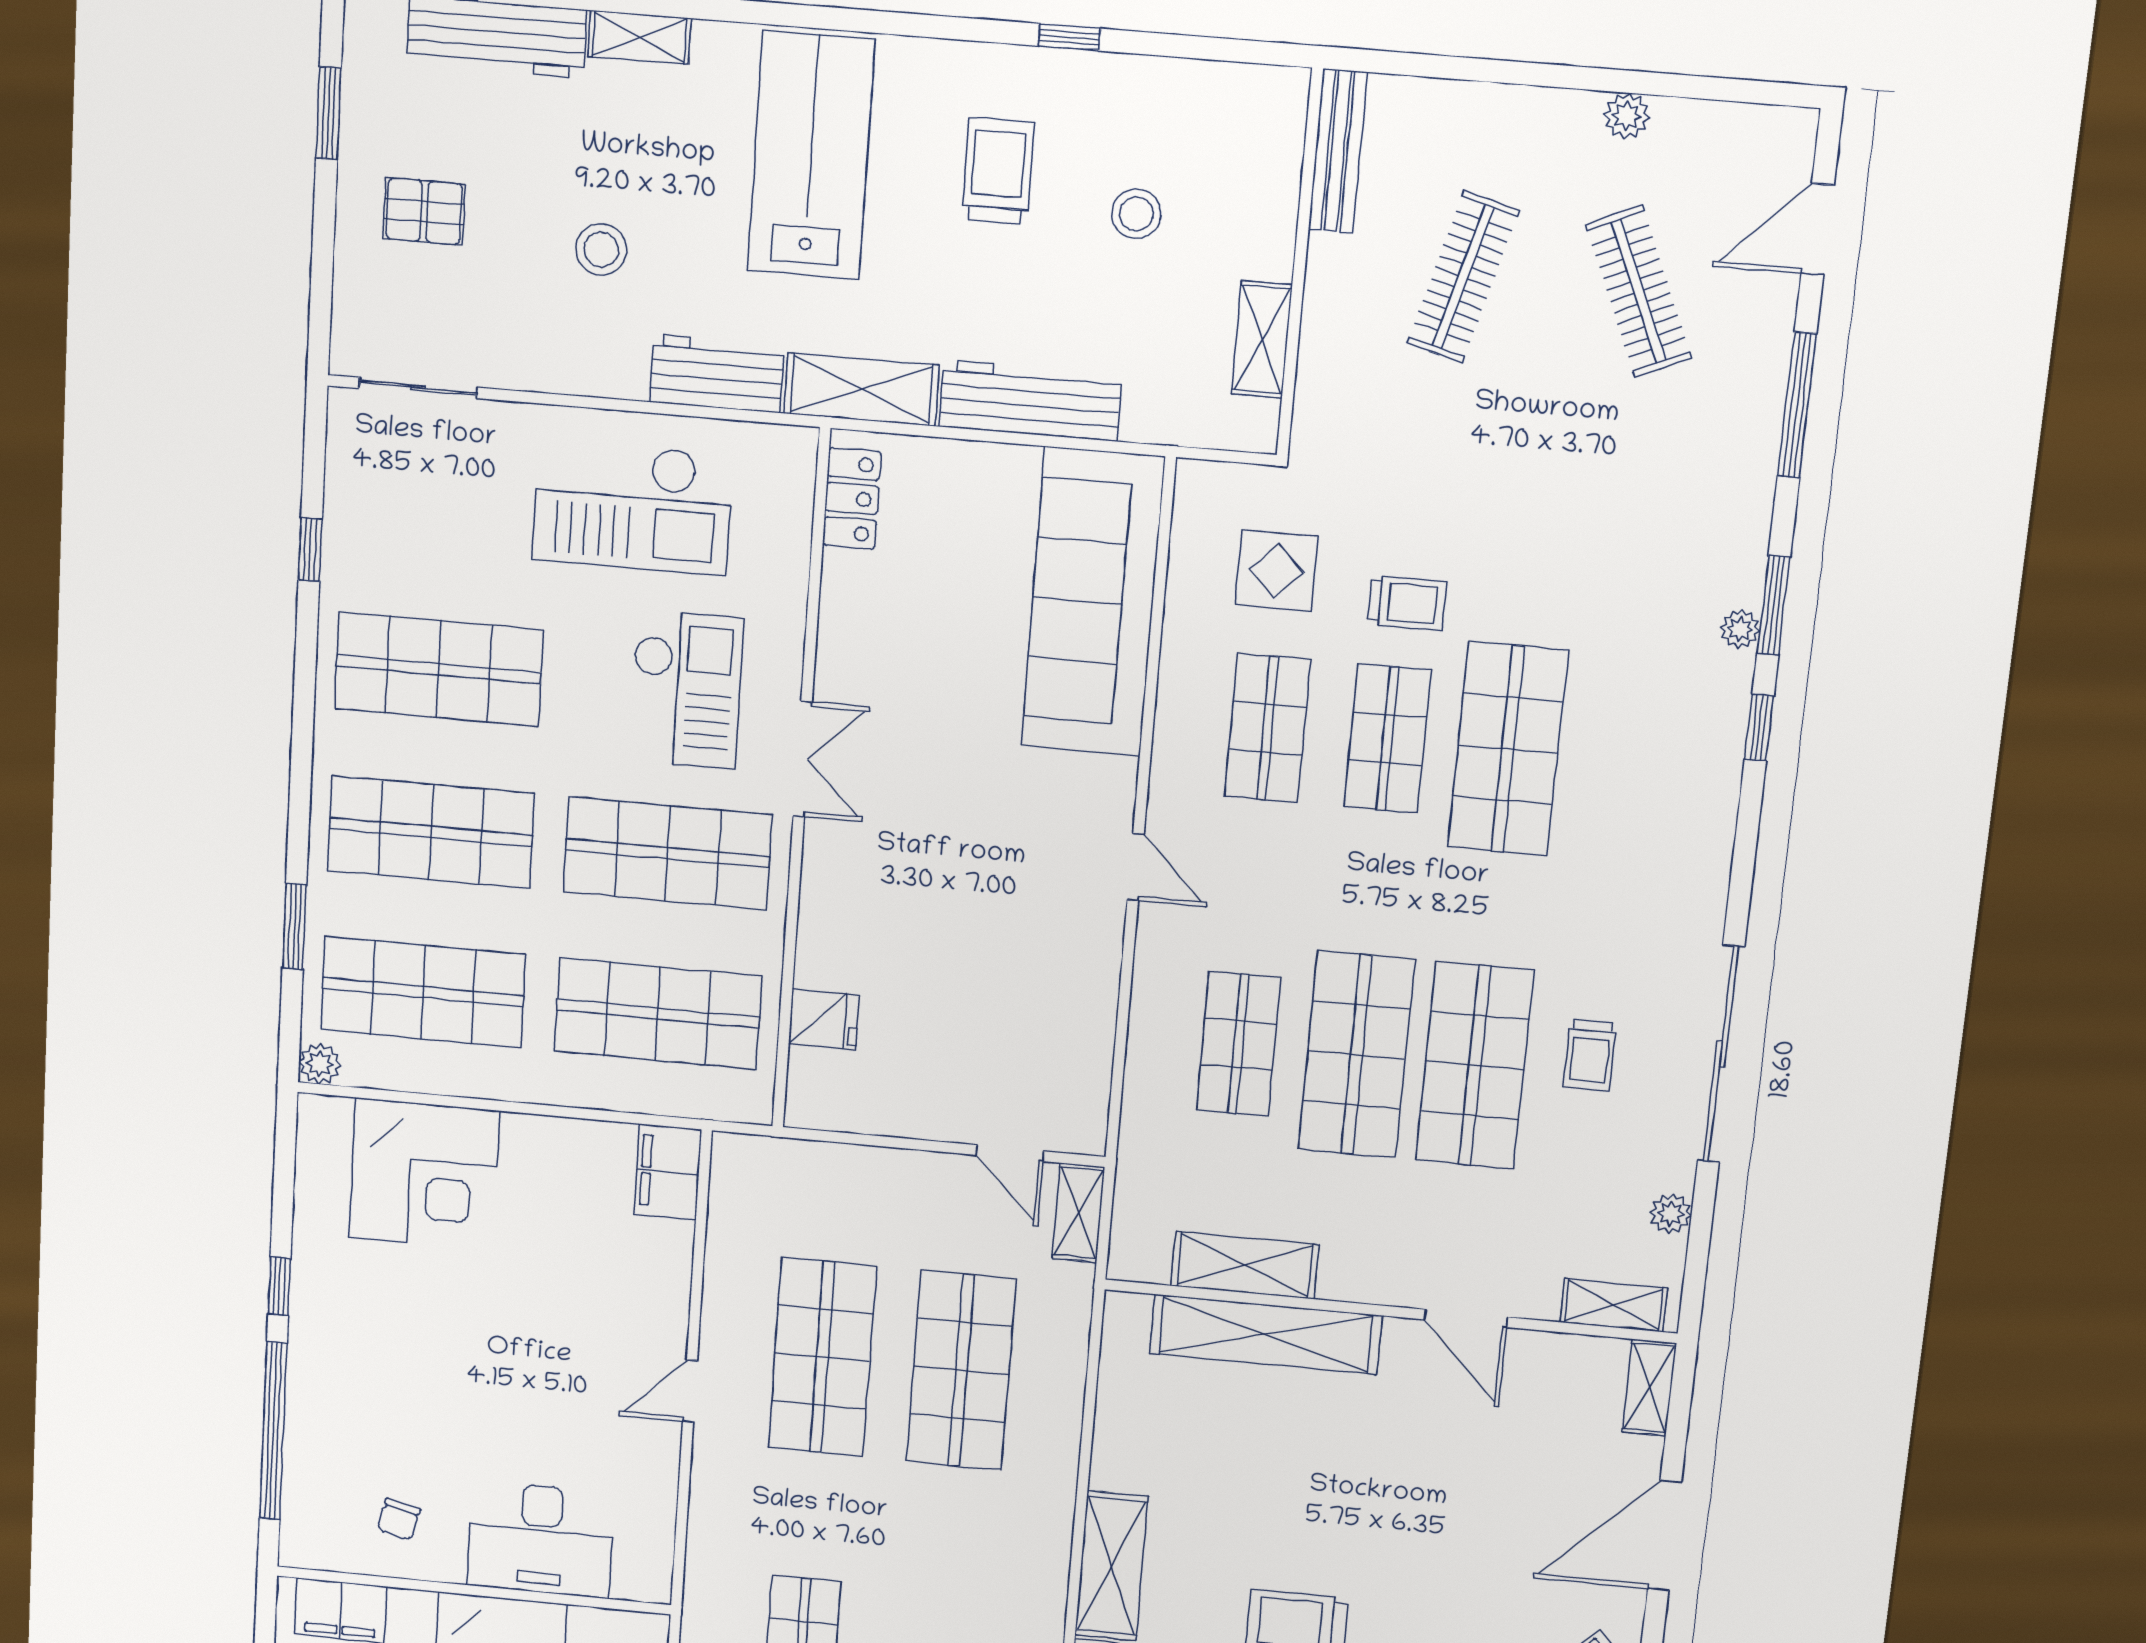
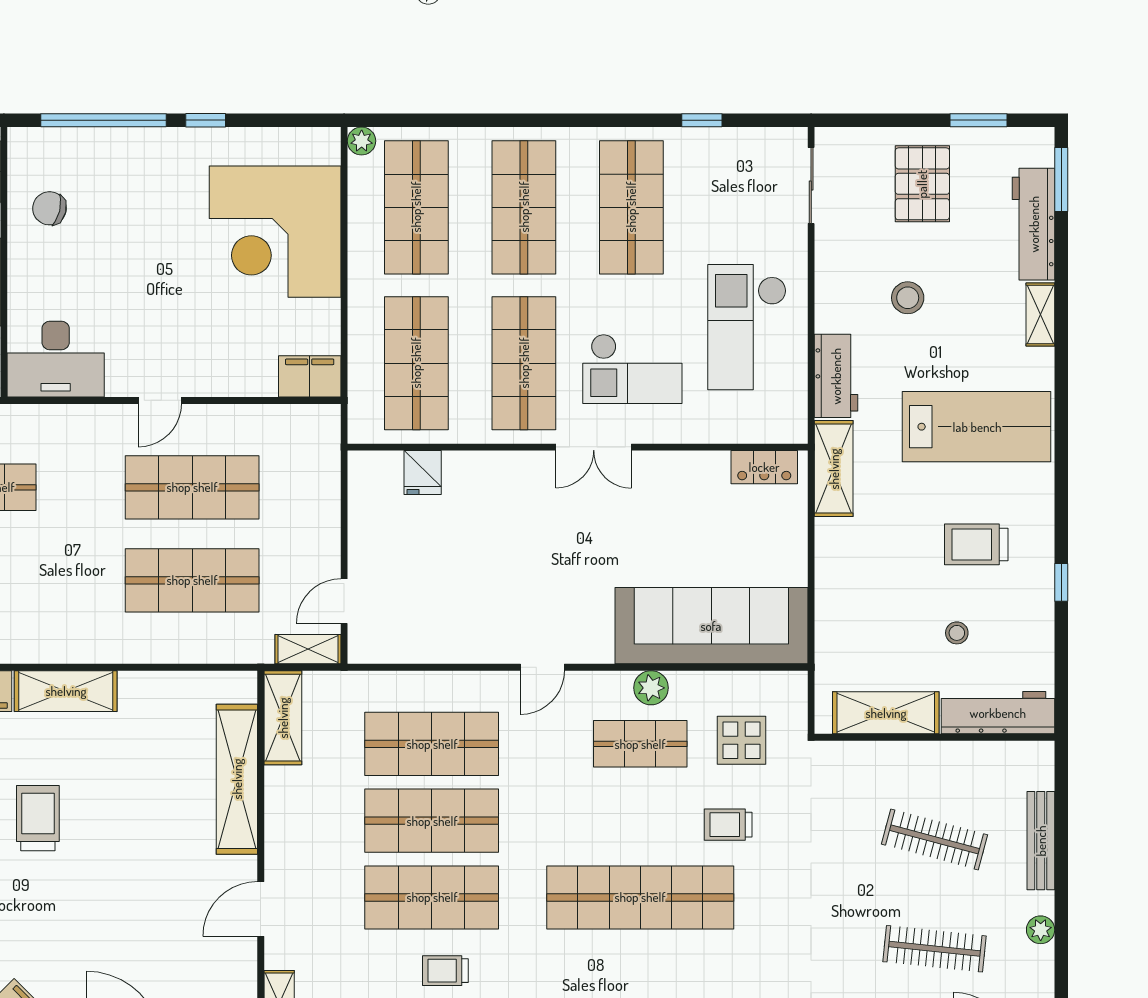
bench: (1338, 151) -> (1041, 841), moved, turned 90
trolley: (998, 171) -> (976, 544), turned 180
pallet: (424, 211) -> (922, 184), width x1.50, depth x1.42
stool: (1136, 214) -> (957, 633), width x0.73, depth x0.73
clothes rail: (1639, 291) -> (935, 949), turned 30
shelving: (1262, 339) -> (886, 713), width x1.50, depth x1.33
workbench: (1030, 400) -> (998, 713), moved, turned -90
trolley: (1407, 603) -> (728, 825), turned 90
plant: (1182, 704) -> (651, 688), added
shop shelf: (1387, 739) -> (640, 821), removed
shop shelf: (1508, 749) -> (640, 897), width x1.40
window: (294, 926) -> (453, 120), removed
shop shelf: (1239, 1044) -> (432, 744), width x1.43, depth x1.36
corner desk: (424, 1174) -> (275, 232), width x1.36, depth x1.36
shelving: (1245, 1265) -> (283, 718), moved
door: (690, 1391) -> (160, 400), swing flipped
chair: (399, 1519) -> (49, 208), width x1.37, depth x1.37
desk: (540, 1539) -> (56, 359), moved, turned -90

